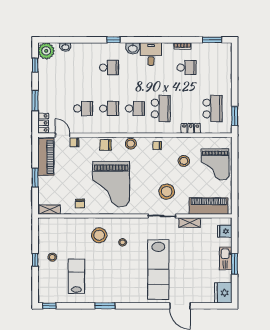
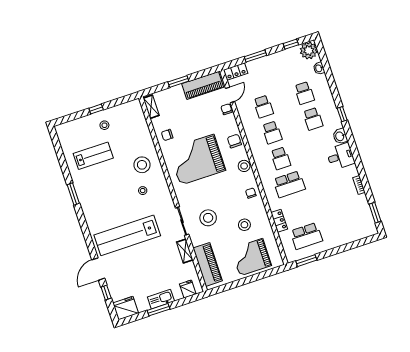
school desk: (187, 68) -> (304, 93), moved
window: (49, 306) -> (106, 293), moved

